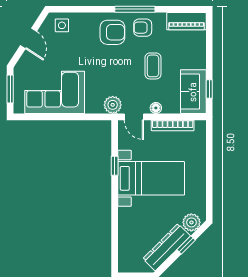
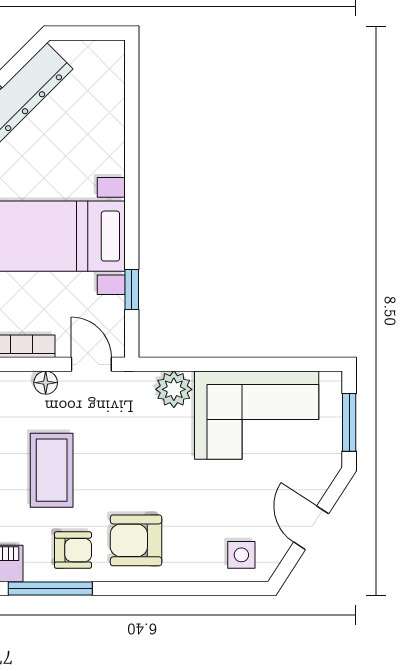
window: (135, 9) -> (50, 588), moved
coffee table: (153, 66) -> (52, 470), width x1.36, depth x1.30
plant: (113, 105) -> (174, 389), moved
window: (115, 166) -> (132, 290), moved

